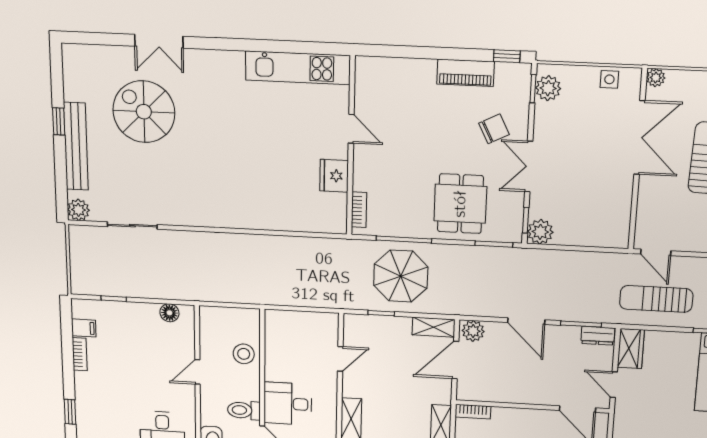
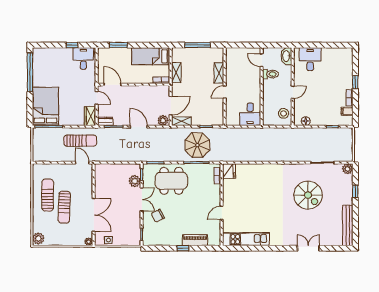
window: (507, 56) -> (183, 248), moved
piano: (466, 73) -> (195, 240), moved
plant: (548, 88) -> (135, 235), removed
spiral stairs: (144, 112) -> (308, 195), moved
window: (59, 121) -> (355, 191), moved
door: (351, 129) -> (222, 213), hinge flipped
double door: (639, 138) -> (94, 215), swing flipped
bench: (76, 146) -> (348, 225), moved
fridge: (334, 176) -> (229, 171), moved
dining table: (460, 204) -> (171, 181), width x1.38
plant: (540, 232) -> (135, 181), moved
stool: (244, 354) -> (284, 113), moved
door: (340, 359) -> (225, 92), moved
desk: (288, 404) -> (250, 114), moved, turned 90
window: (70, 412) -> (355, 82), moved

